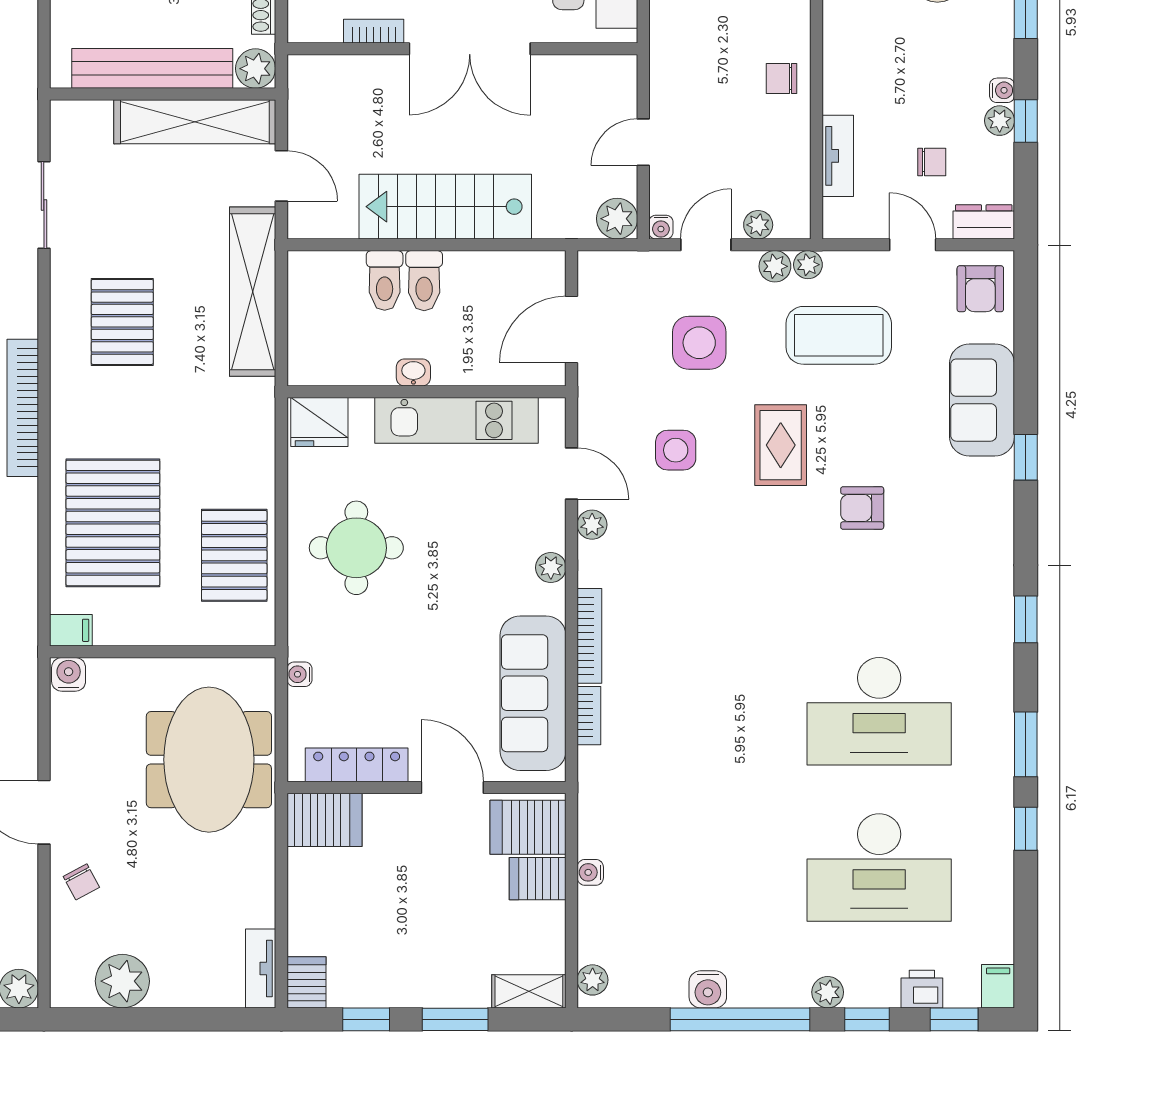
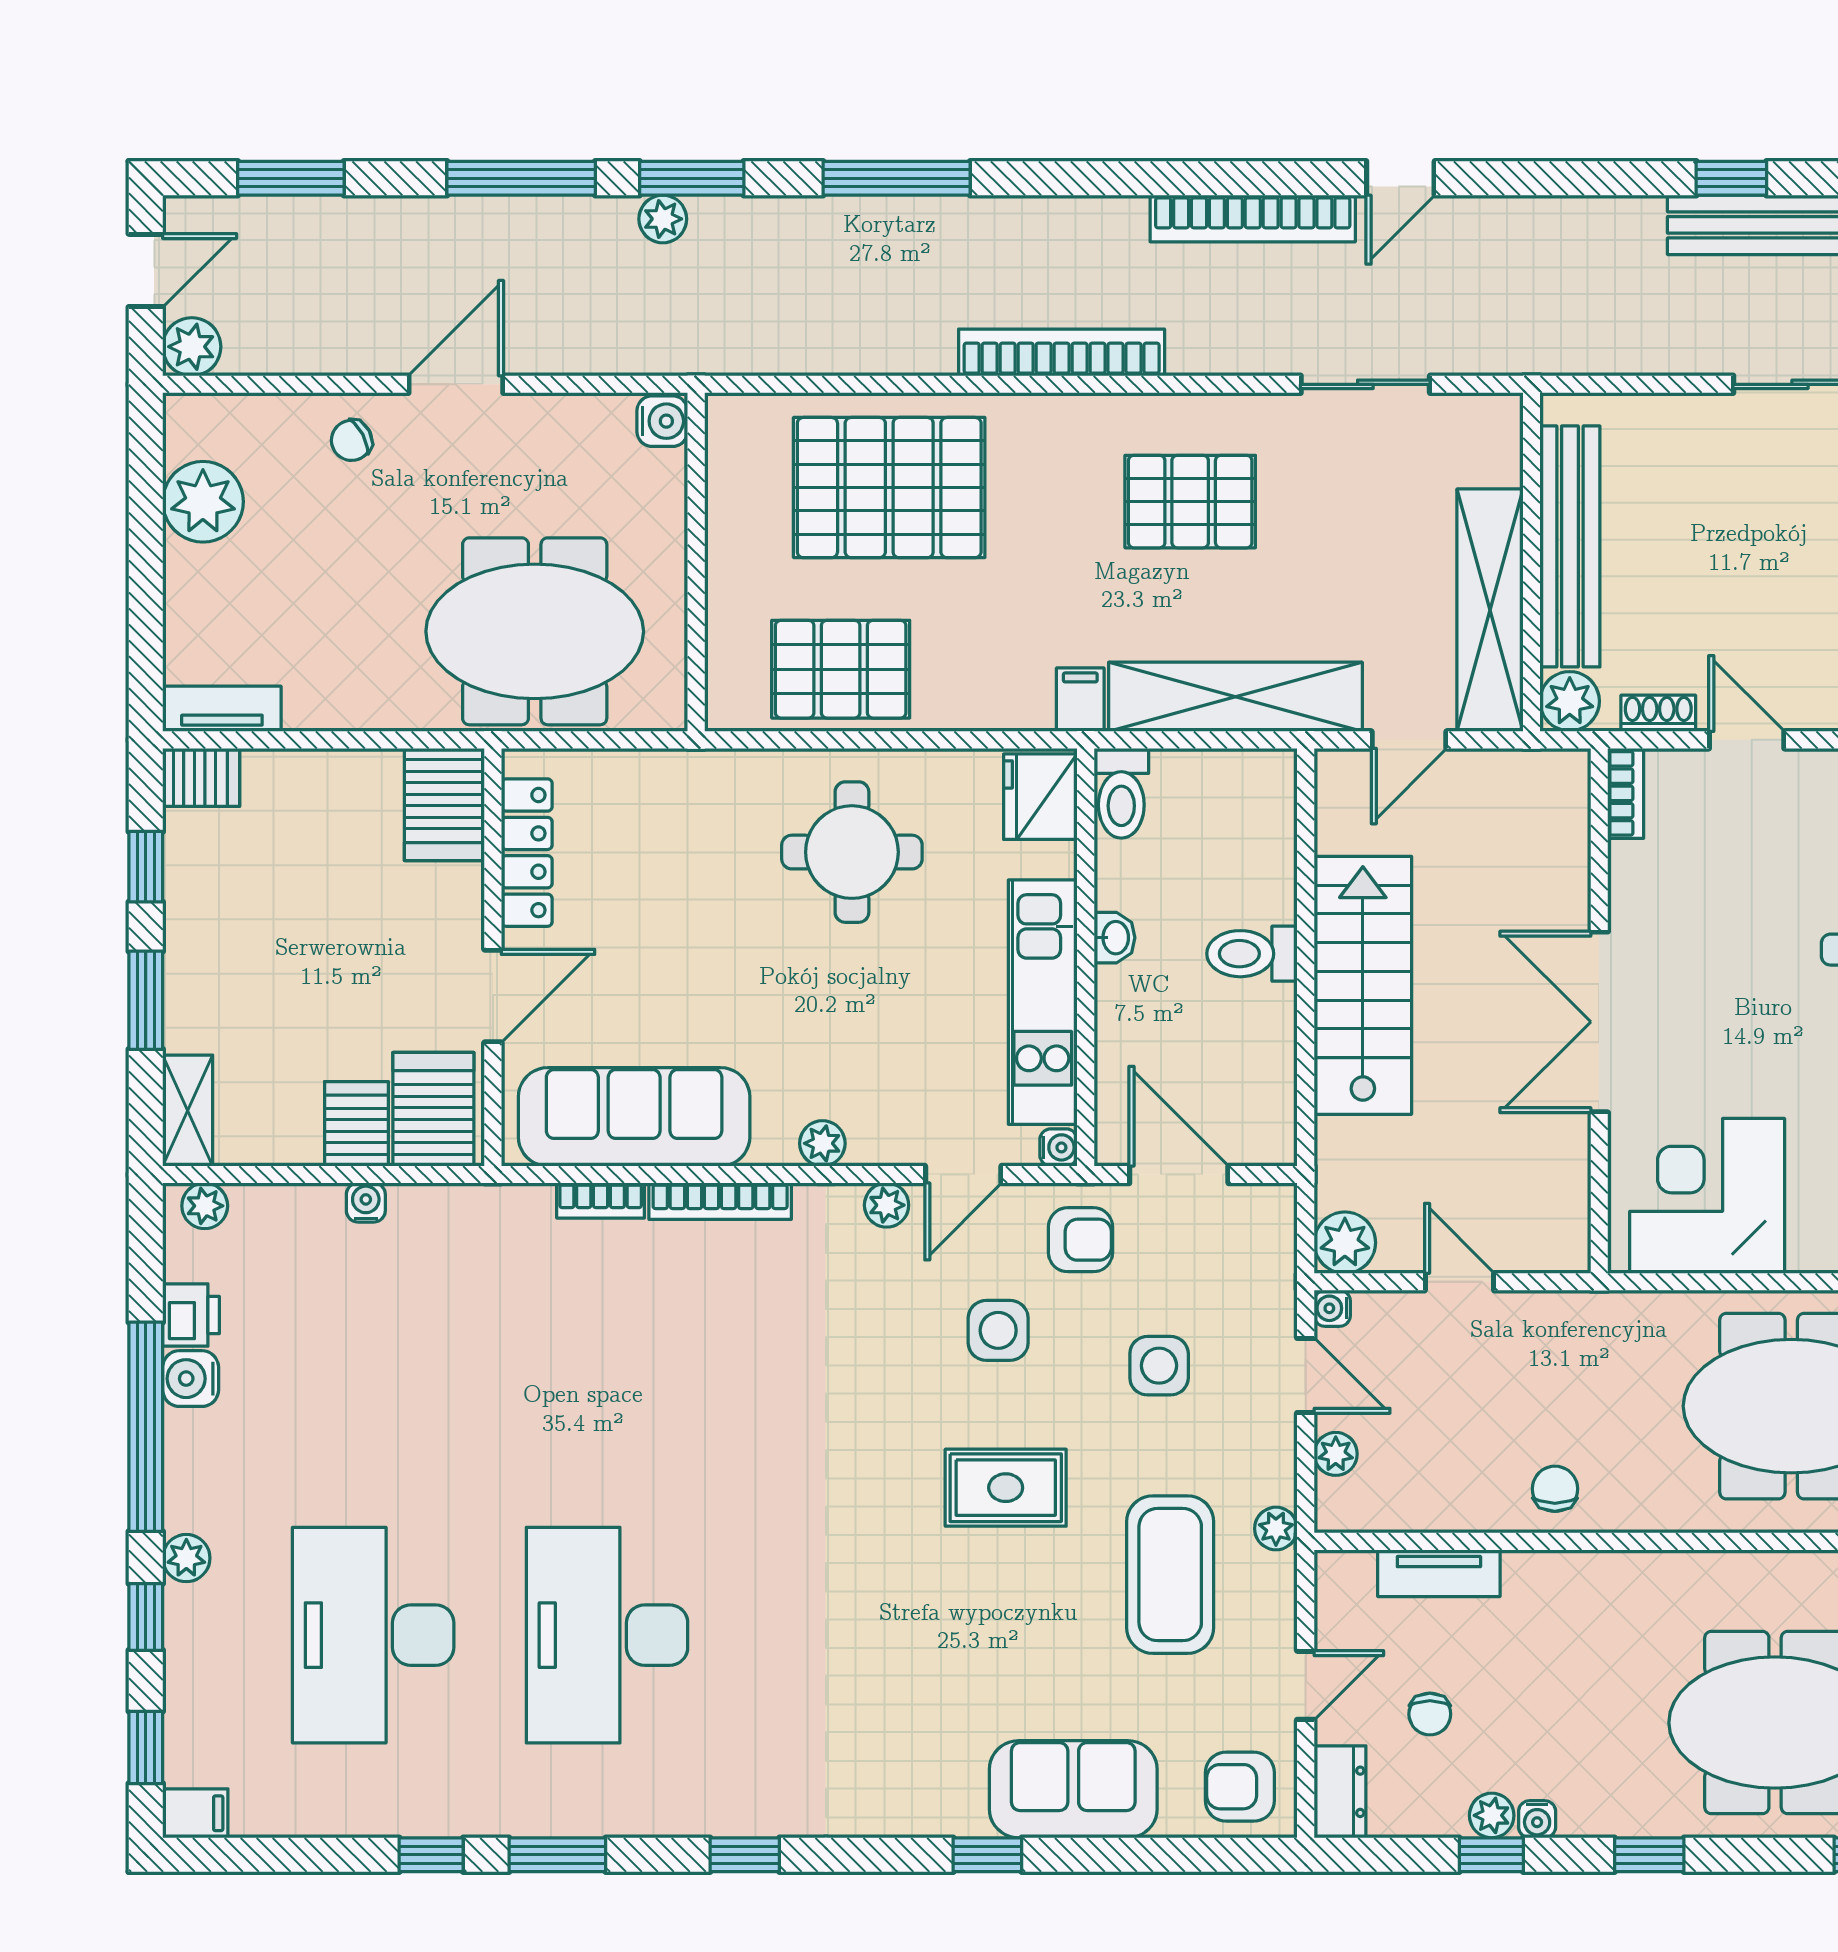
bookcase: (374, 31) -> (1626, 793), moved
plant: (775, 266) -> (1274, 1479), removed
toilet: (385, 280) -> (1121, 793), moved, turned -90
side table: (699, 343) -> (1159, 1366), width x0.73, depth x0.73
armchair: (862, 508) -> (1081, 1240), moved, turned 90
filing cabinet: (71, 630) -> (1080, 700), moved, turned 180
water cooler: (299, 674) -> (1058, 1147), moved, turned 90
printer: (922, 989) -> (191, 1315), moved

